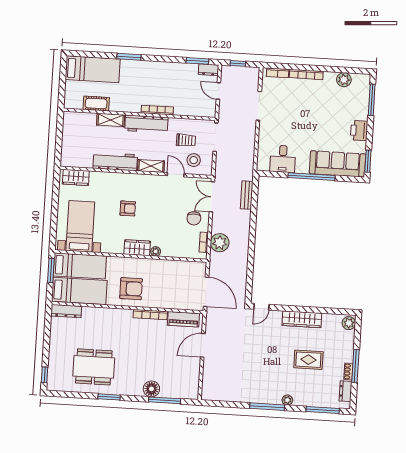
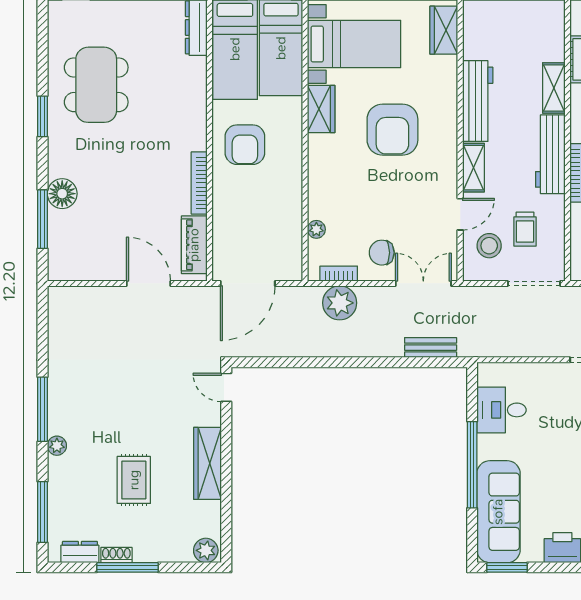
armchair: (128, 208) -> (392, 130), width x1.88, depth x1.88
wardrobe: (137, 248) -> (321, 109), moved
plant: (156, 251) -> (316, 229), moved

